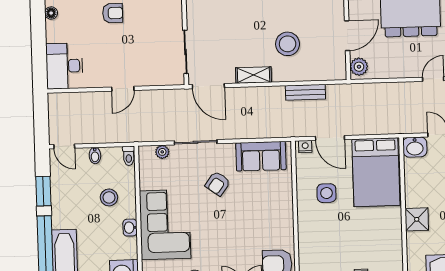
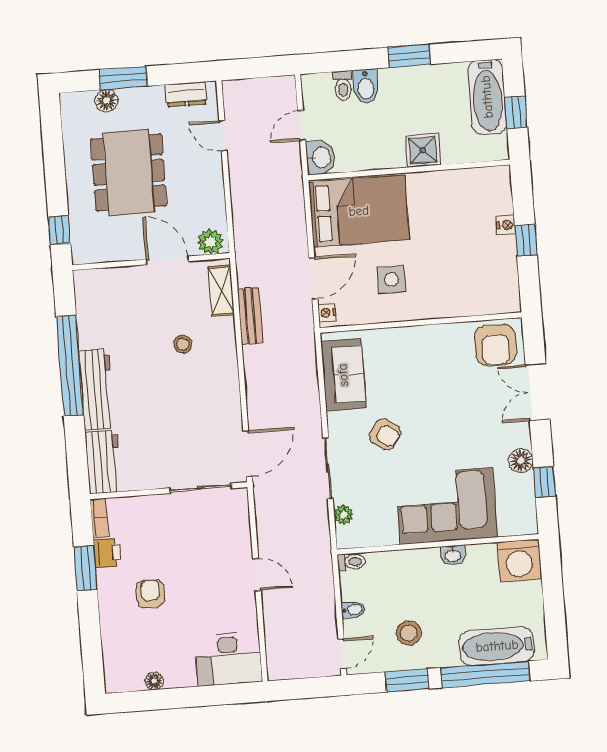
stool: (288, 44) -> (183, 344), width x0.53, depth x0.53
shelving: (254, 75) -> (221, 291), moved
stool: (109, 197) -> (409, 633), moved

